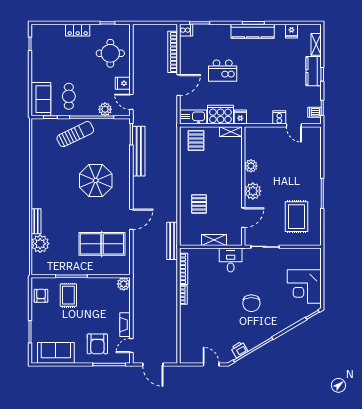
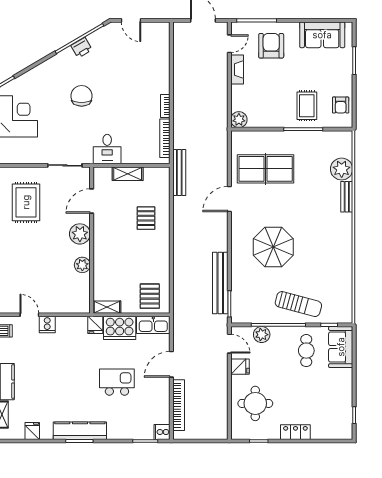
sun lounger: (75, 134) -> (298, 304), turned -139
printer: (239, 349) -> (81, 48), moved

